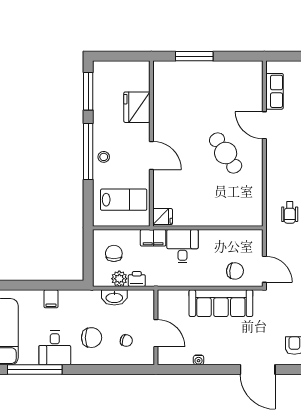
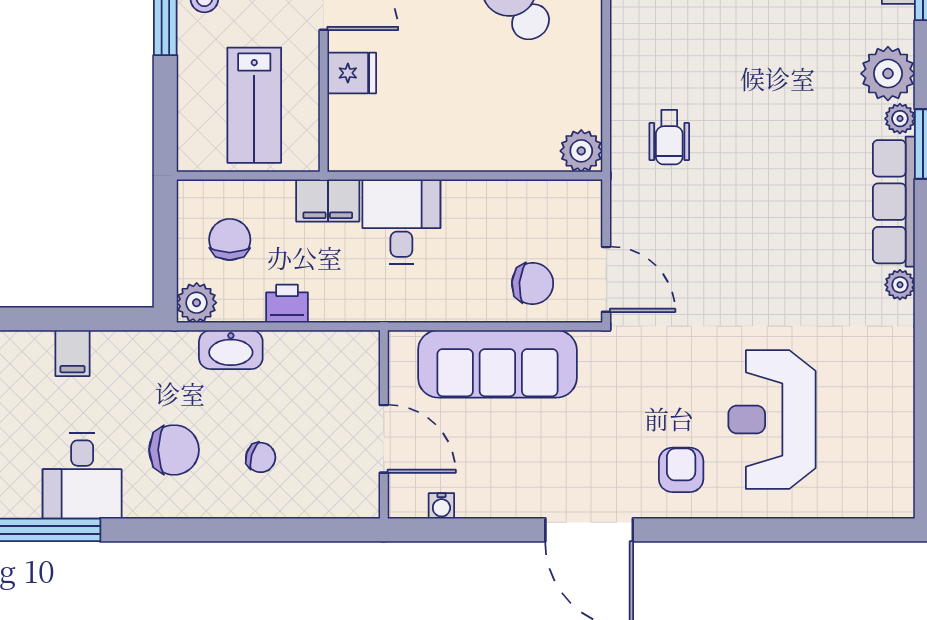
lab bench: (124, 200) -> (254, 105), turned 90
fridge: (163, 217) -> (352, 73), moved
plant: (254, 218) -> (581, 151), added
plant: (119, 279) -> (197, 303), moved
wall: (156, 327) -> (384, 424), moved
door: (156, 333) -> (384, 439), moved

